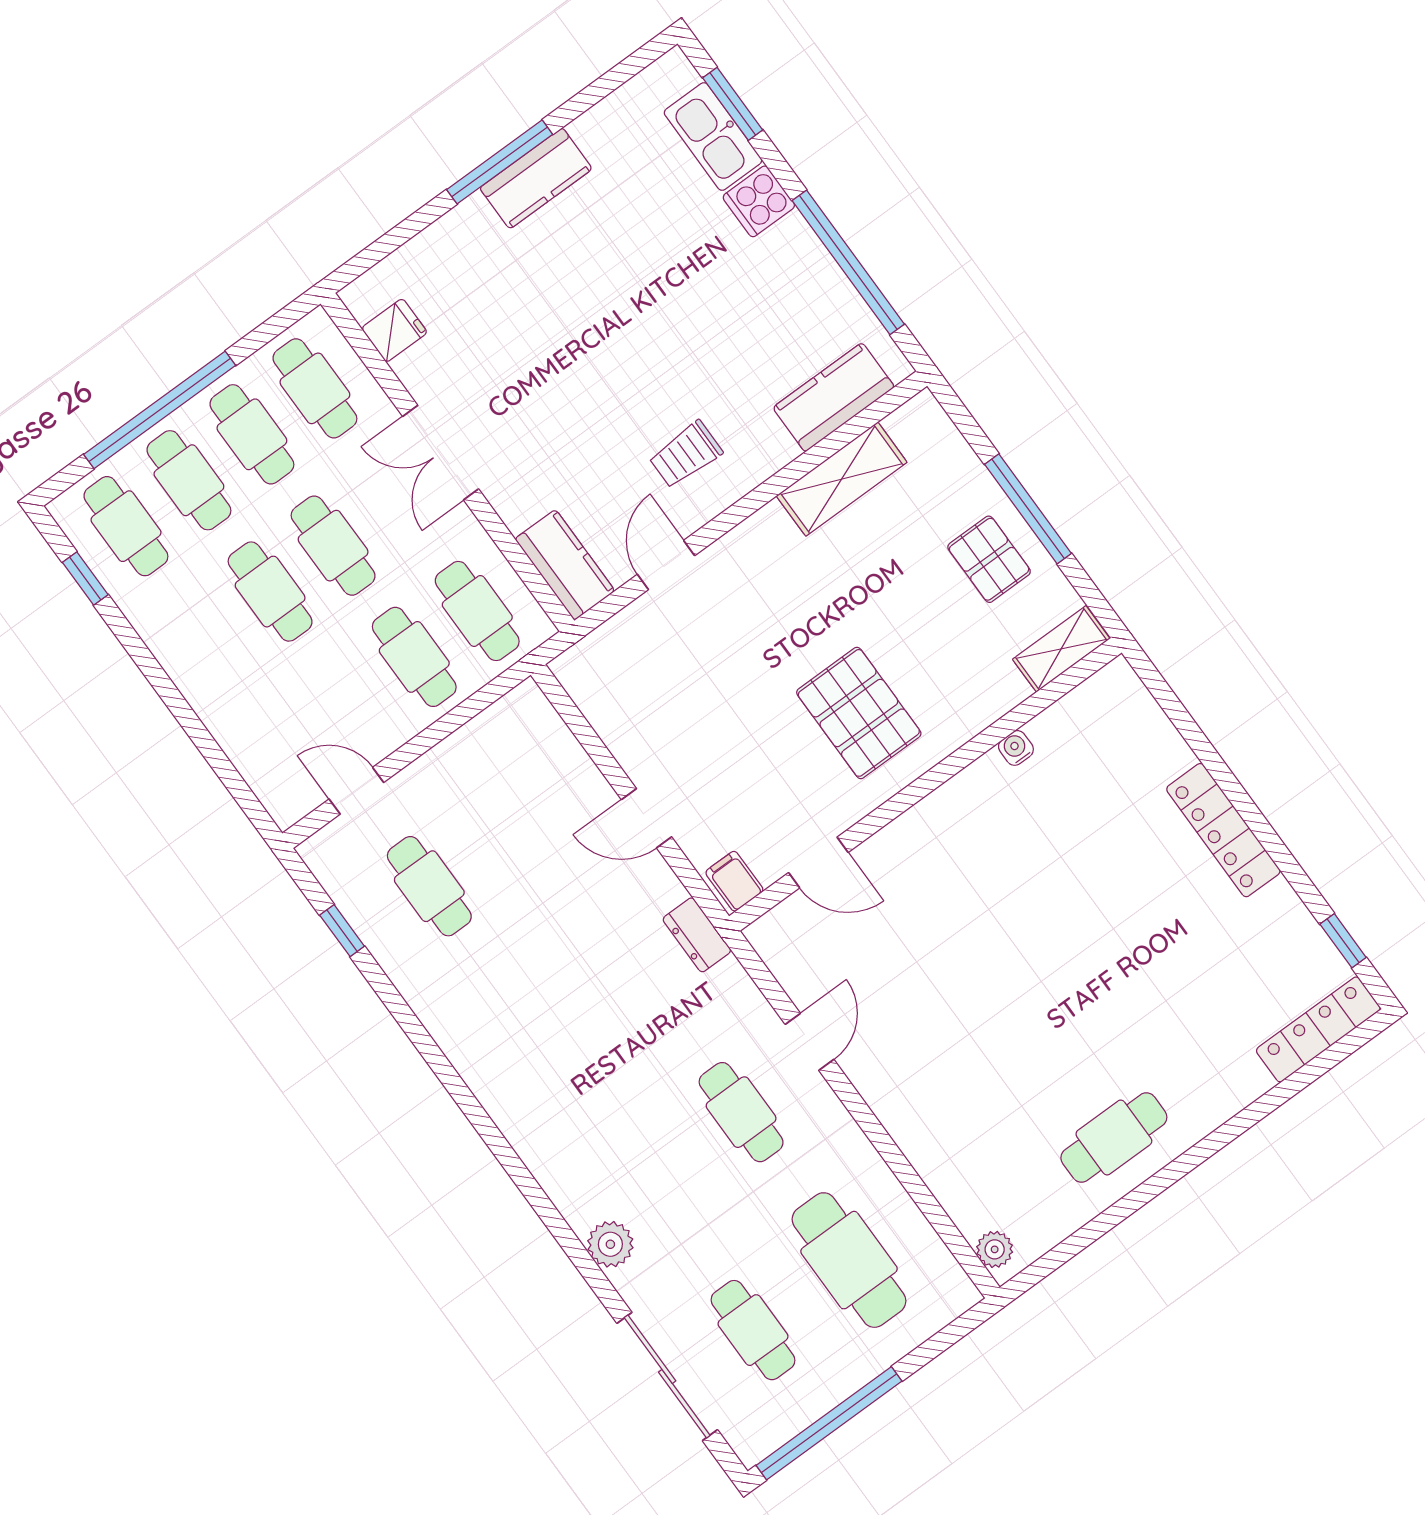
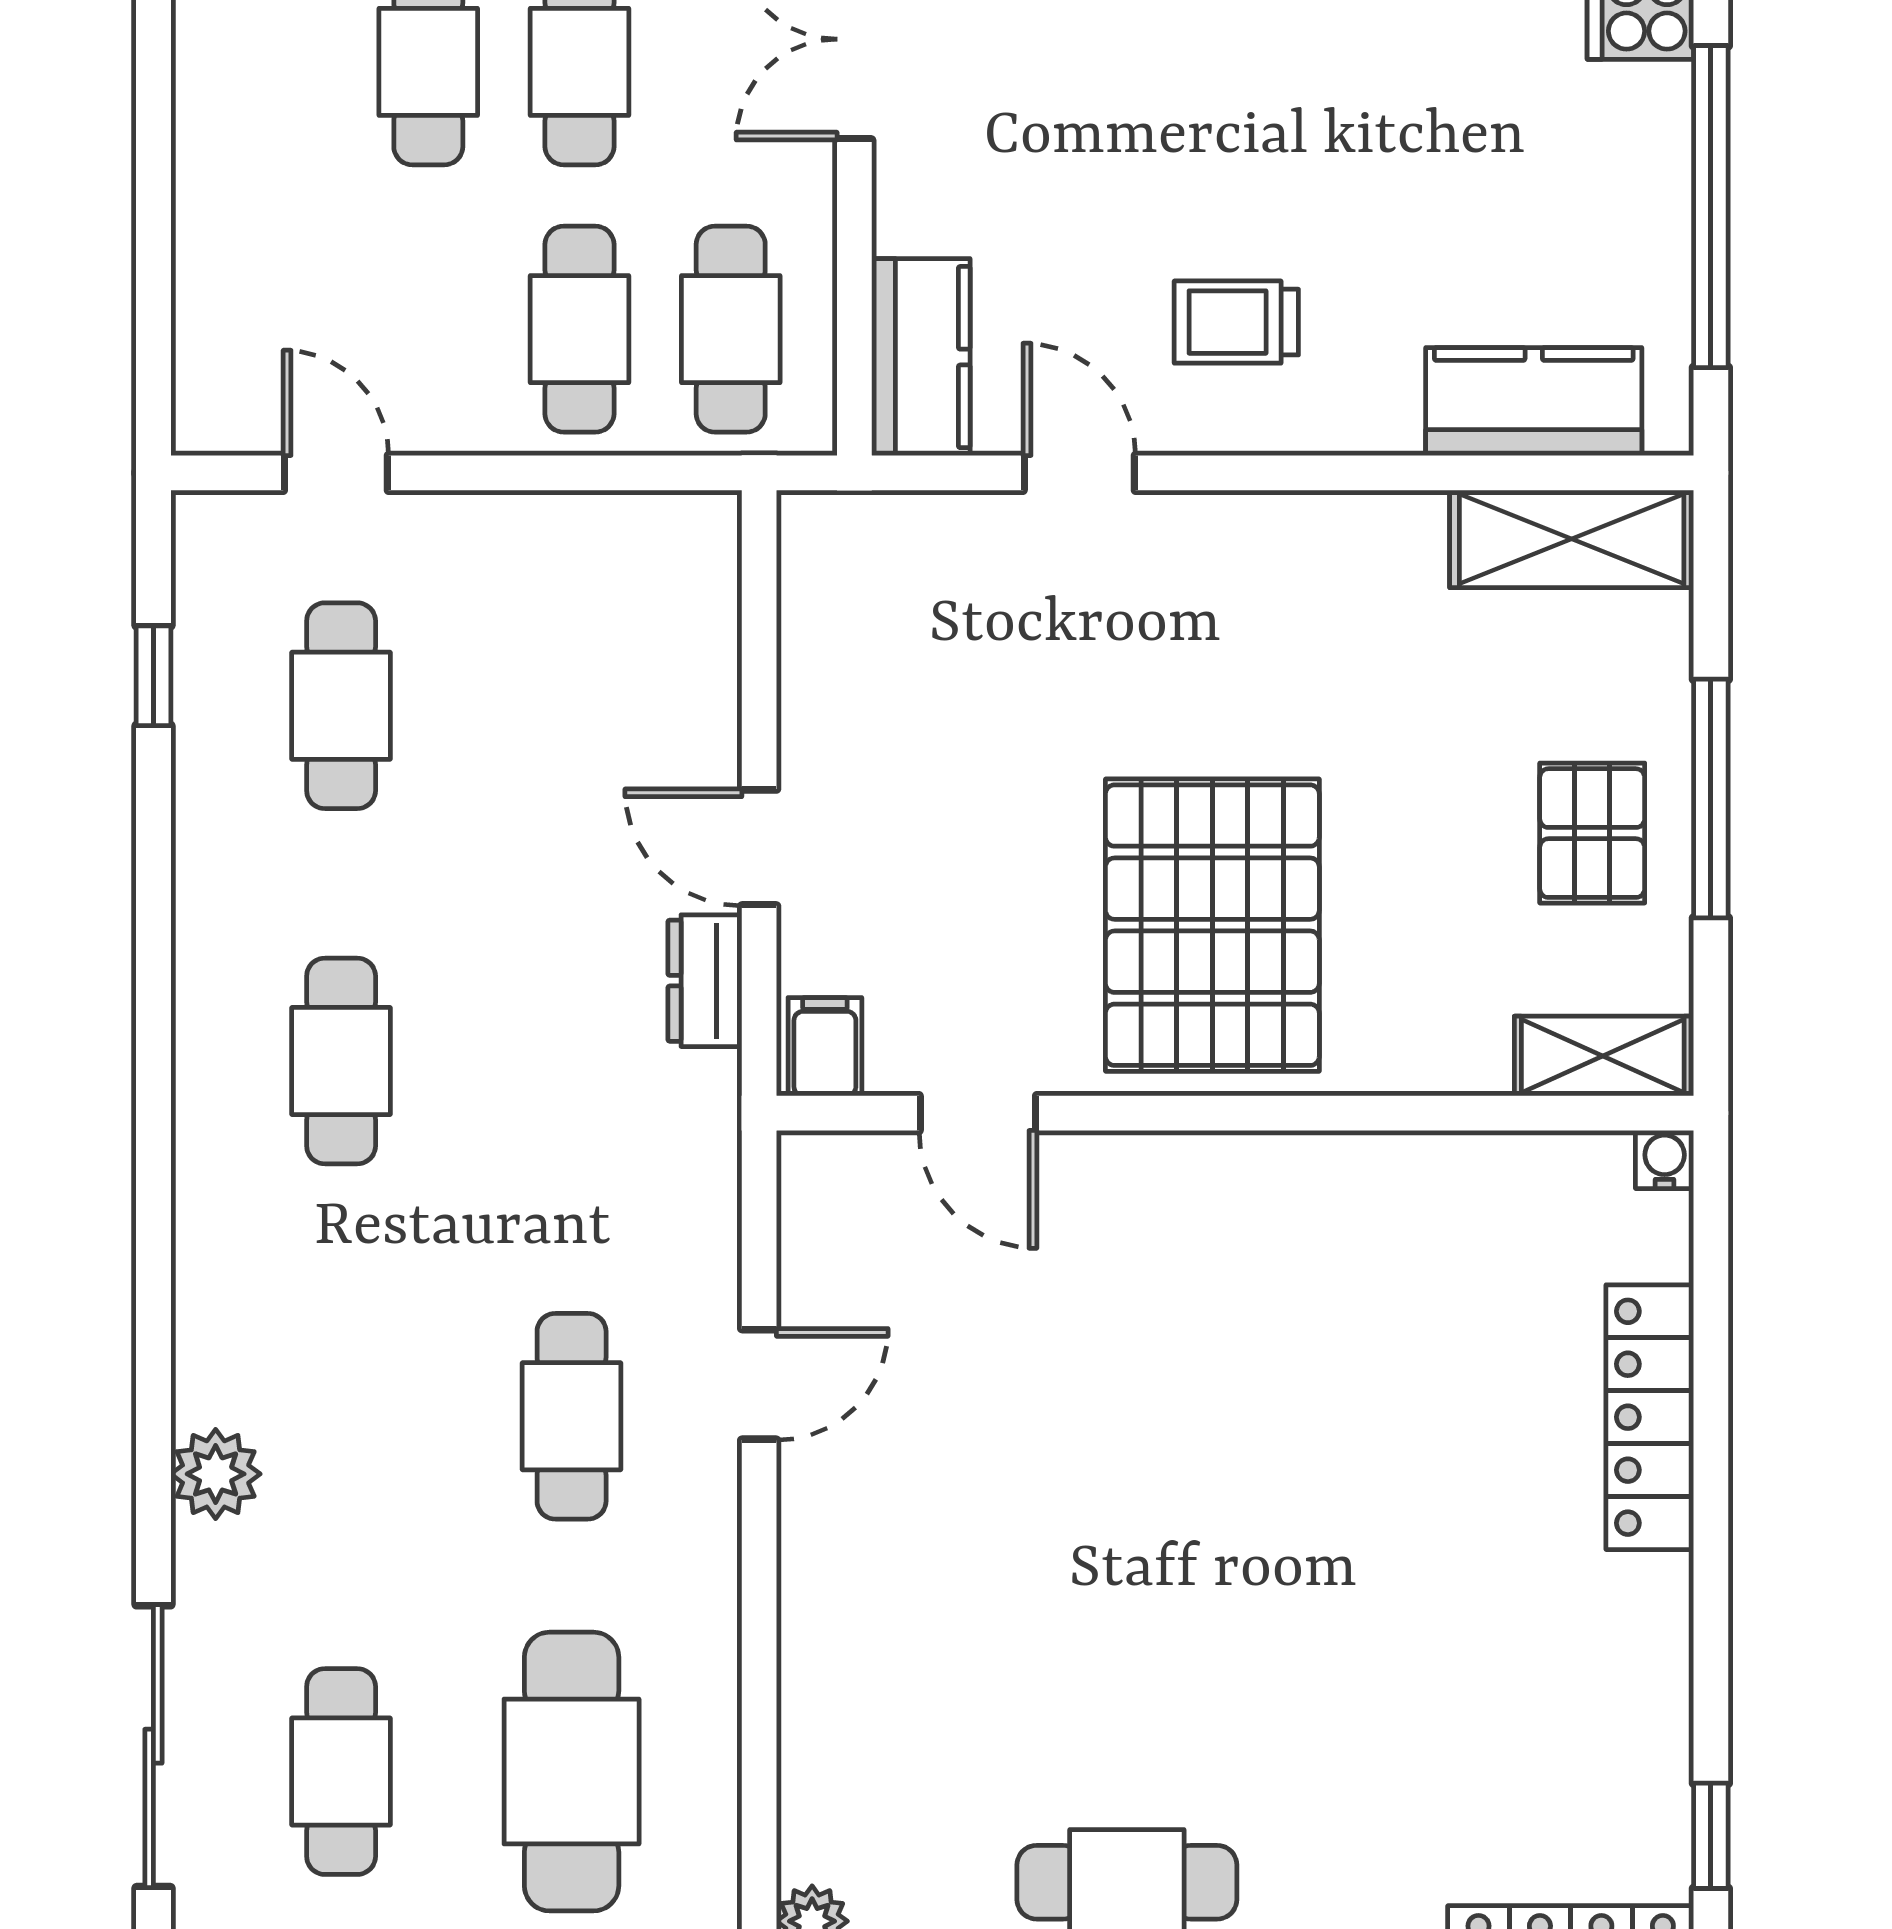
shelving: (842, 479) -> (1572, 539), moved
door: (666, 565) -> (1079, 473), hinge flipped
pallet: (859, 713) -> (1212, 925), width x1.37, depth x1.41
water cooler: (1016, 748) -> (1665, 1160), moved
locker: (1223, 830) -> (1650, 1417), moved
dresser: (697, 935) -> (705, 981), moved
cafe table: (537, 1034) -> (341, 1061), added

